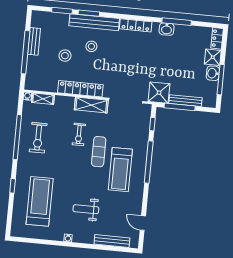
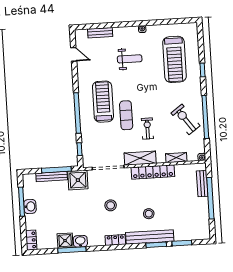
locker: (136, 25) -> (115, 240), width x0.66
bench: (34, 41) -> (202, 184), moved
stool: (65, 56) -> (111, 205), moved
shower: (213, 57) -> (65, 241), moved
shelving: (43, 99) -> (176, 158), moved
exercise bike: (38, 138) -> (185, 119), turned -36
bench: (112, 241) -> (100, 33), width x0.73

